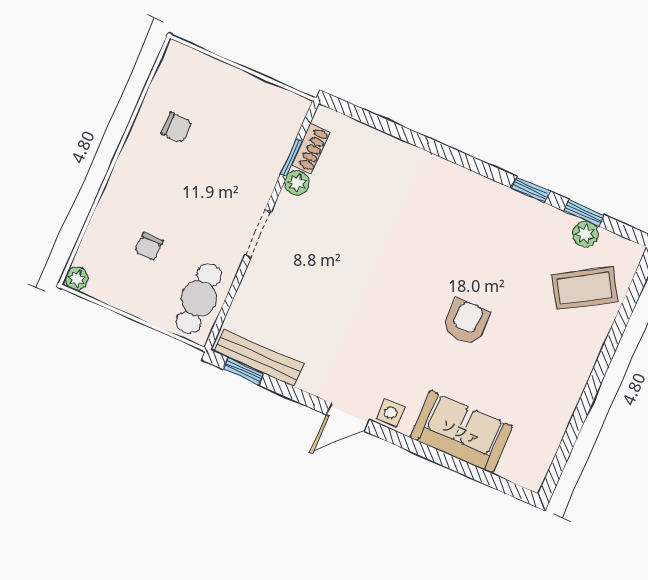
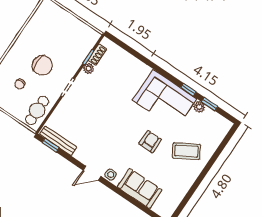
chair: (176, 128) -> (42, 65), moved, width x1.87, depth x1.87
corner sofa: (481, 221) -> (165, 99), added
plant: (585, 234) -> (199, 107), moved
coffee table: (584, 288) -> (186, 151), moved

